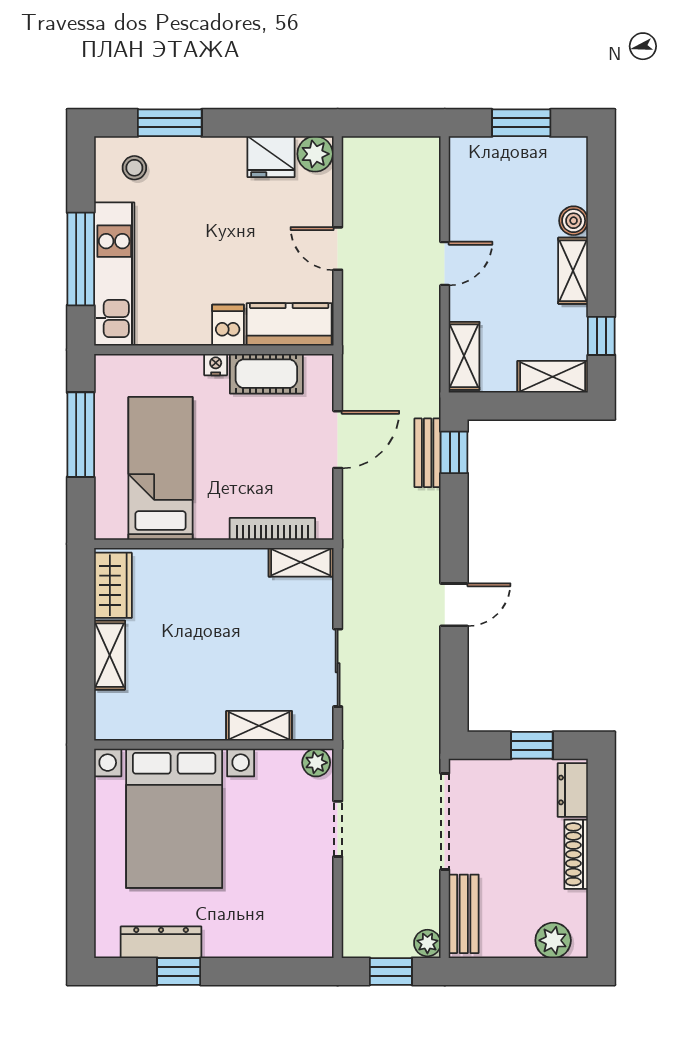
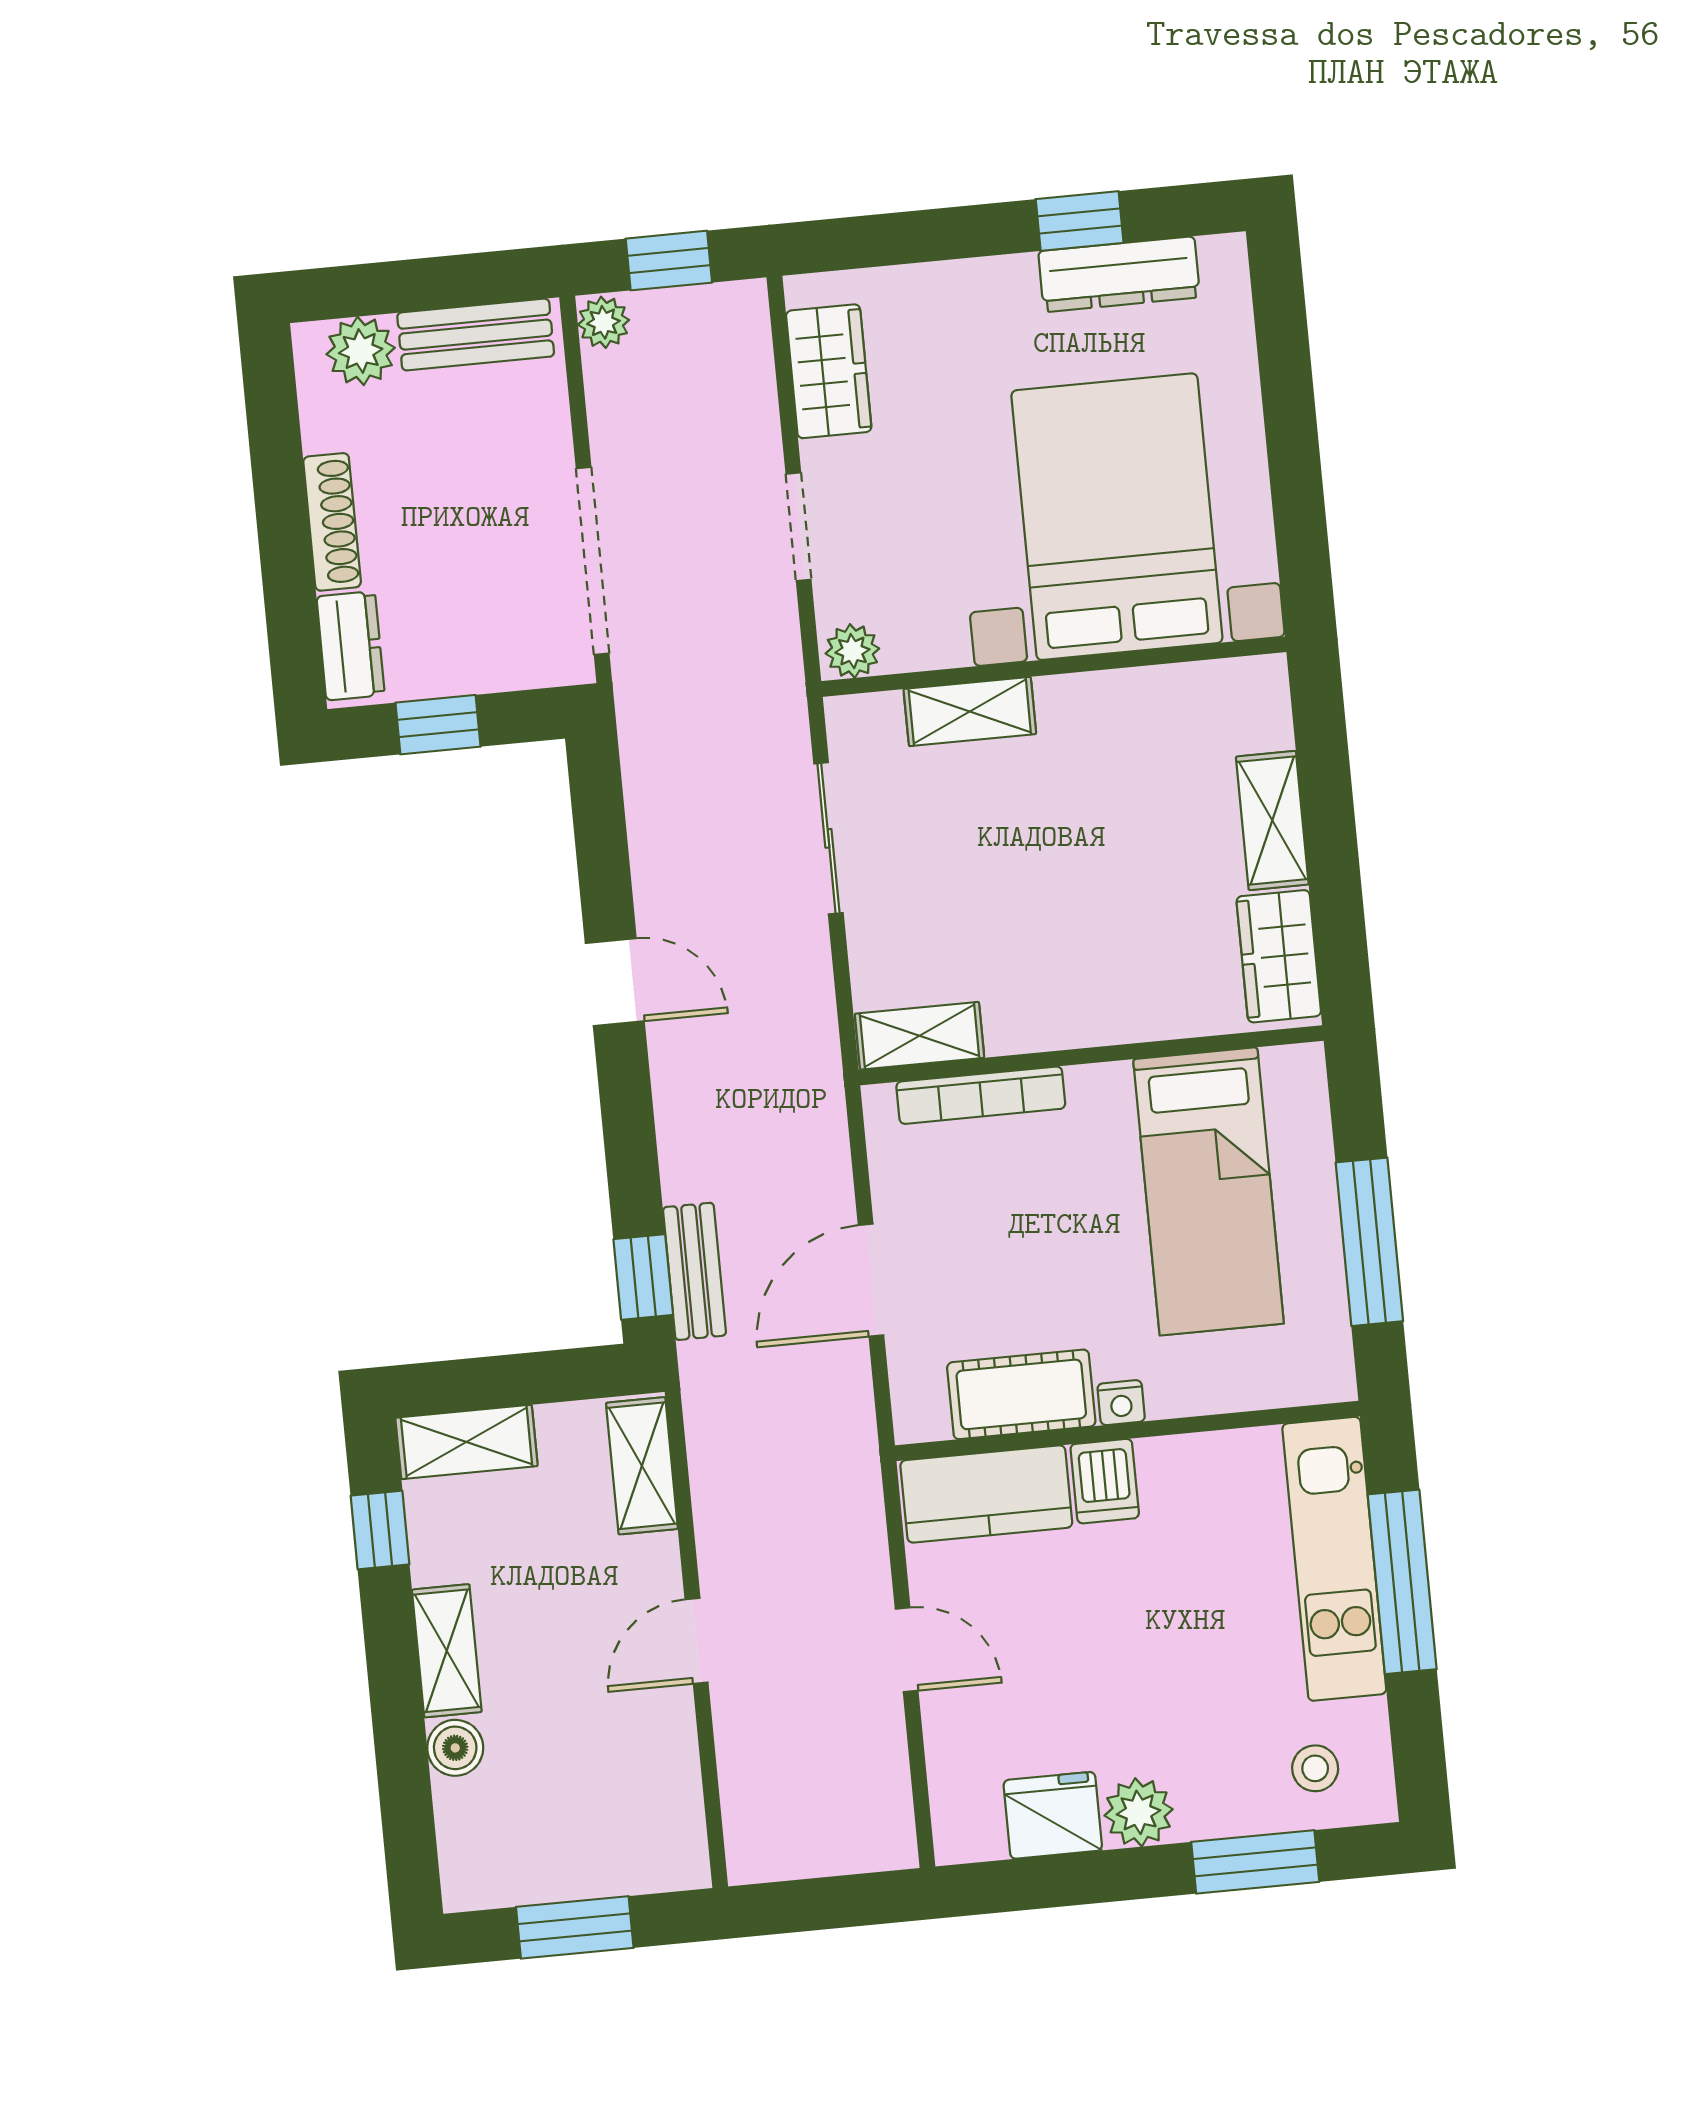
plant: (315, 154) -> (1139, 1812), moved
door: (454, 605) -> (615, 982), swing flipped
wardrobe: (314, 907) -> (829, 371), added
bench: (464, 914) -> (476, 335), moved, turned 90

